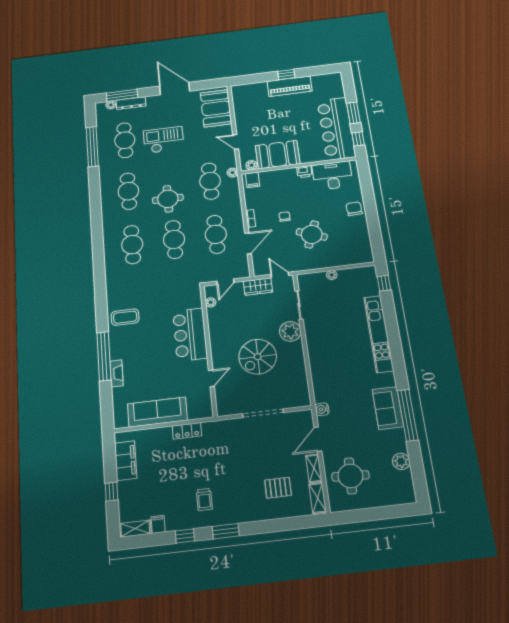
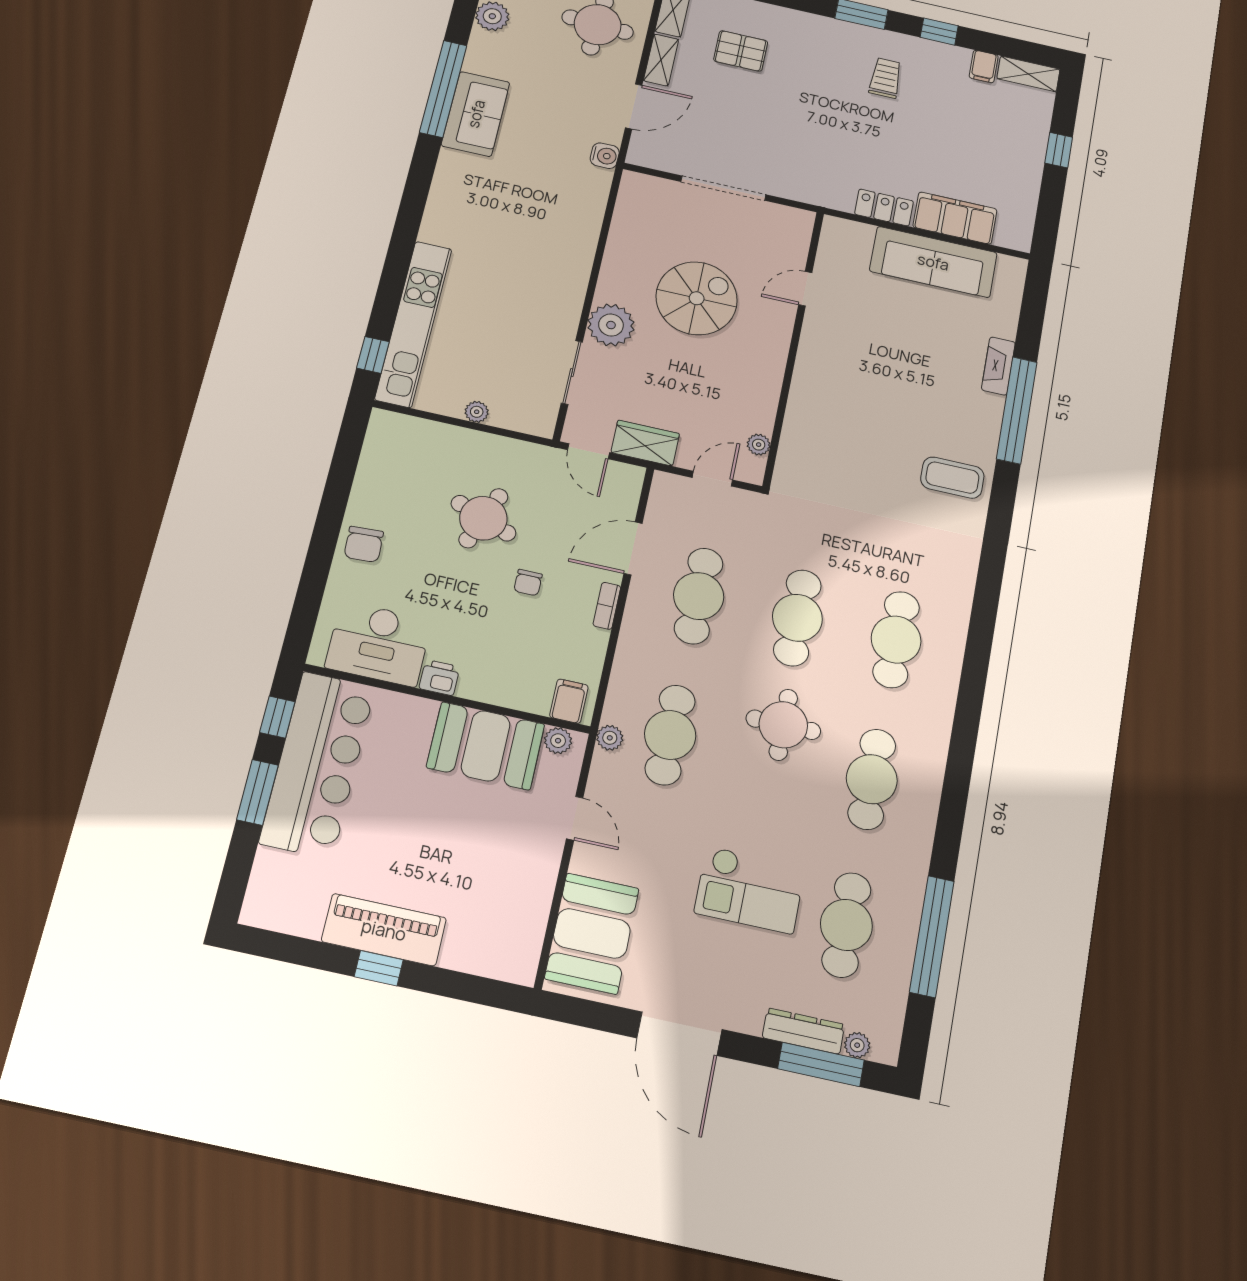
kitchen unit: (379, 334) -> (414, 324), moved
bar counter: (190, 335) -> (823, 392), removed
filing cabinet: (126, 461) -> (955, 218), moved, turned 90

